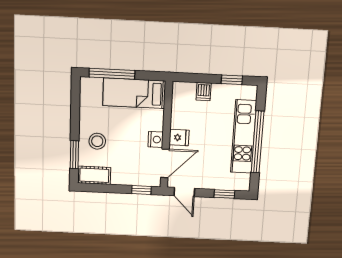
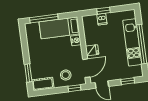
window: (232, 80) -> (103, 11), moved
nightstand: (156, 139) -> (76, 40), moved
stool: (97, 141) -> (66, 75), moved

